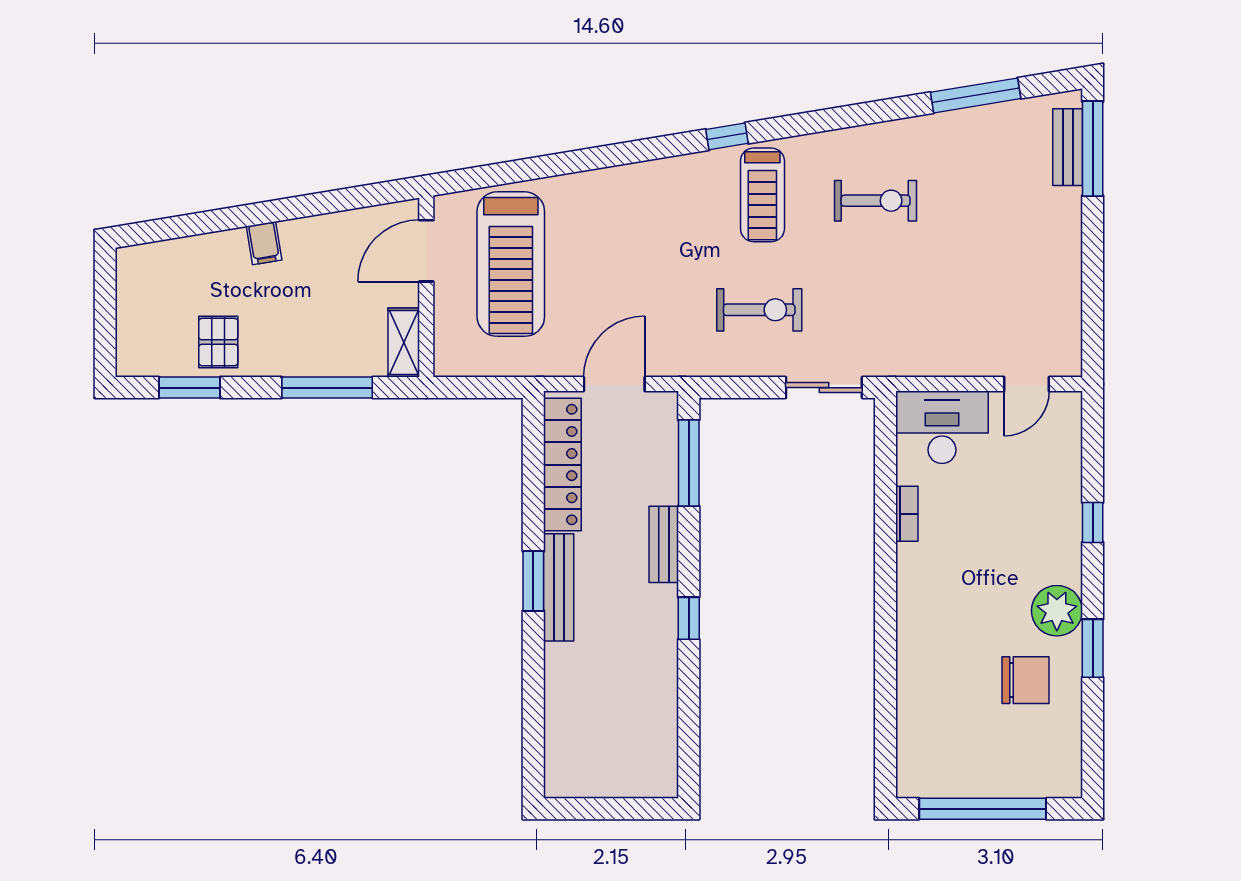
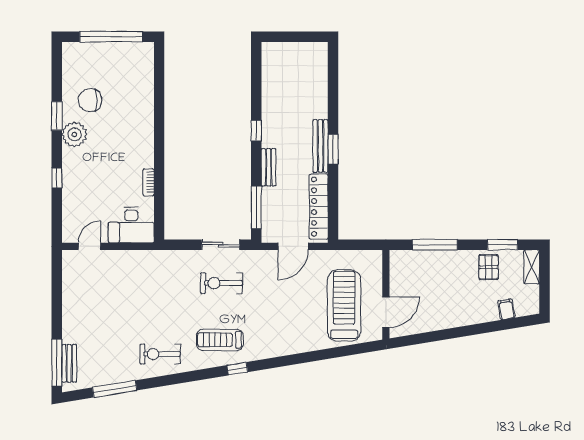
treadmill: (762, 195) -> (220, 340), turned -90
exercise bike: (876, 201) -> (160, 354), moved
filing cabinet: (264, 243) -> (506, 309), moved
shelving: (404, 343) -> (532, 267), moved
sliding door: (824, 388) -> (221, 245), moved

